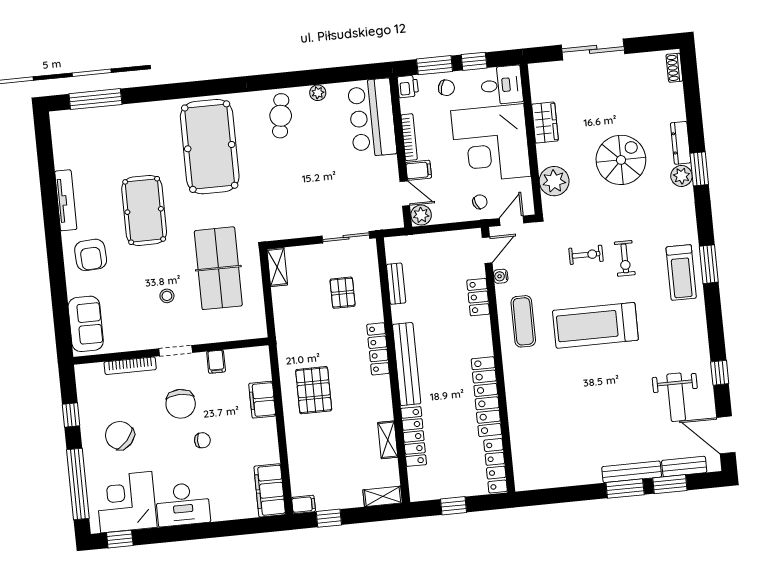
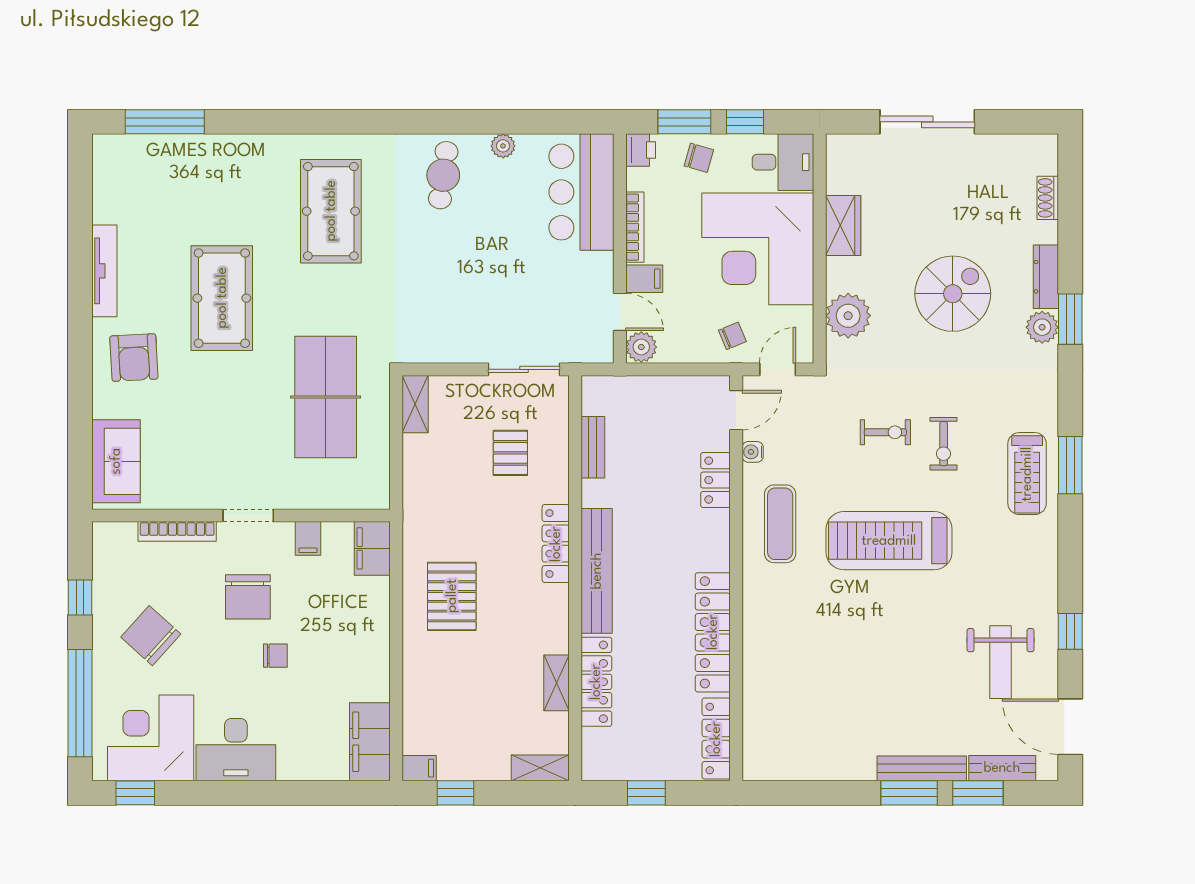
shoe rack: (674, 68) -> (1048, 198), moved
pool table: (210, 147) -> (331, 211), width x0.73, depth x0.76
stool: (167, 296) -> (243, 431), removed
filing cabinet: (262, 400) -> (372, 548), moved

